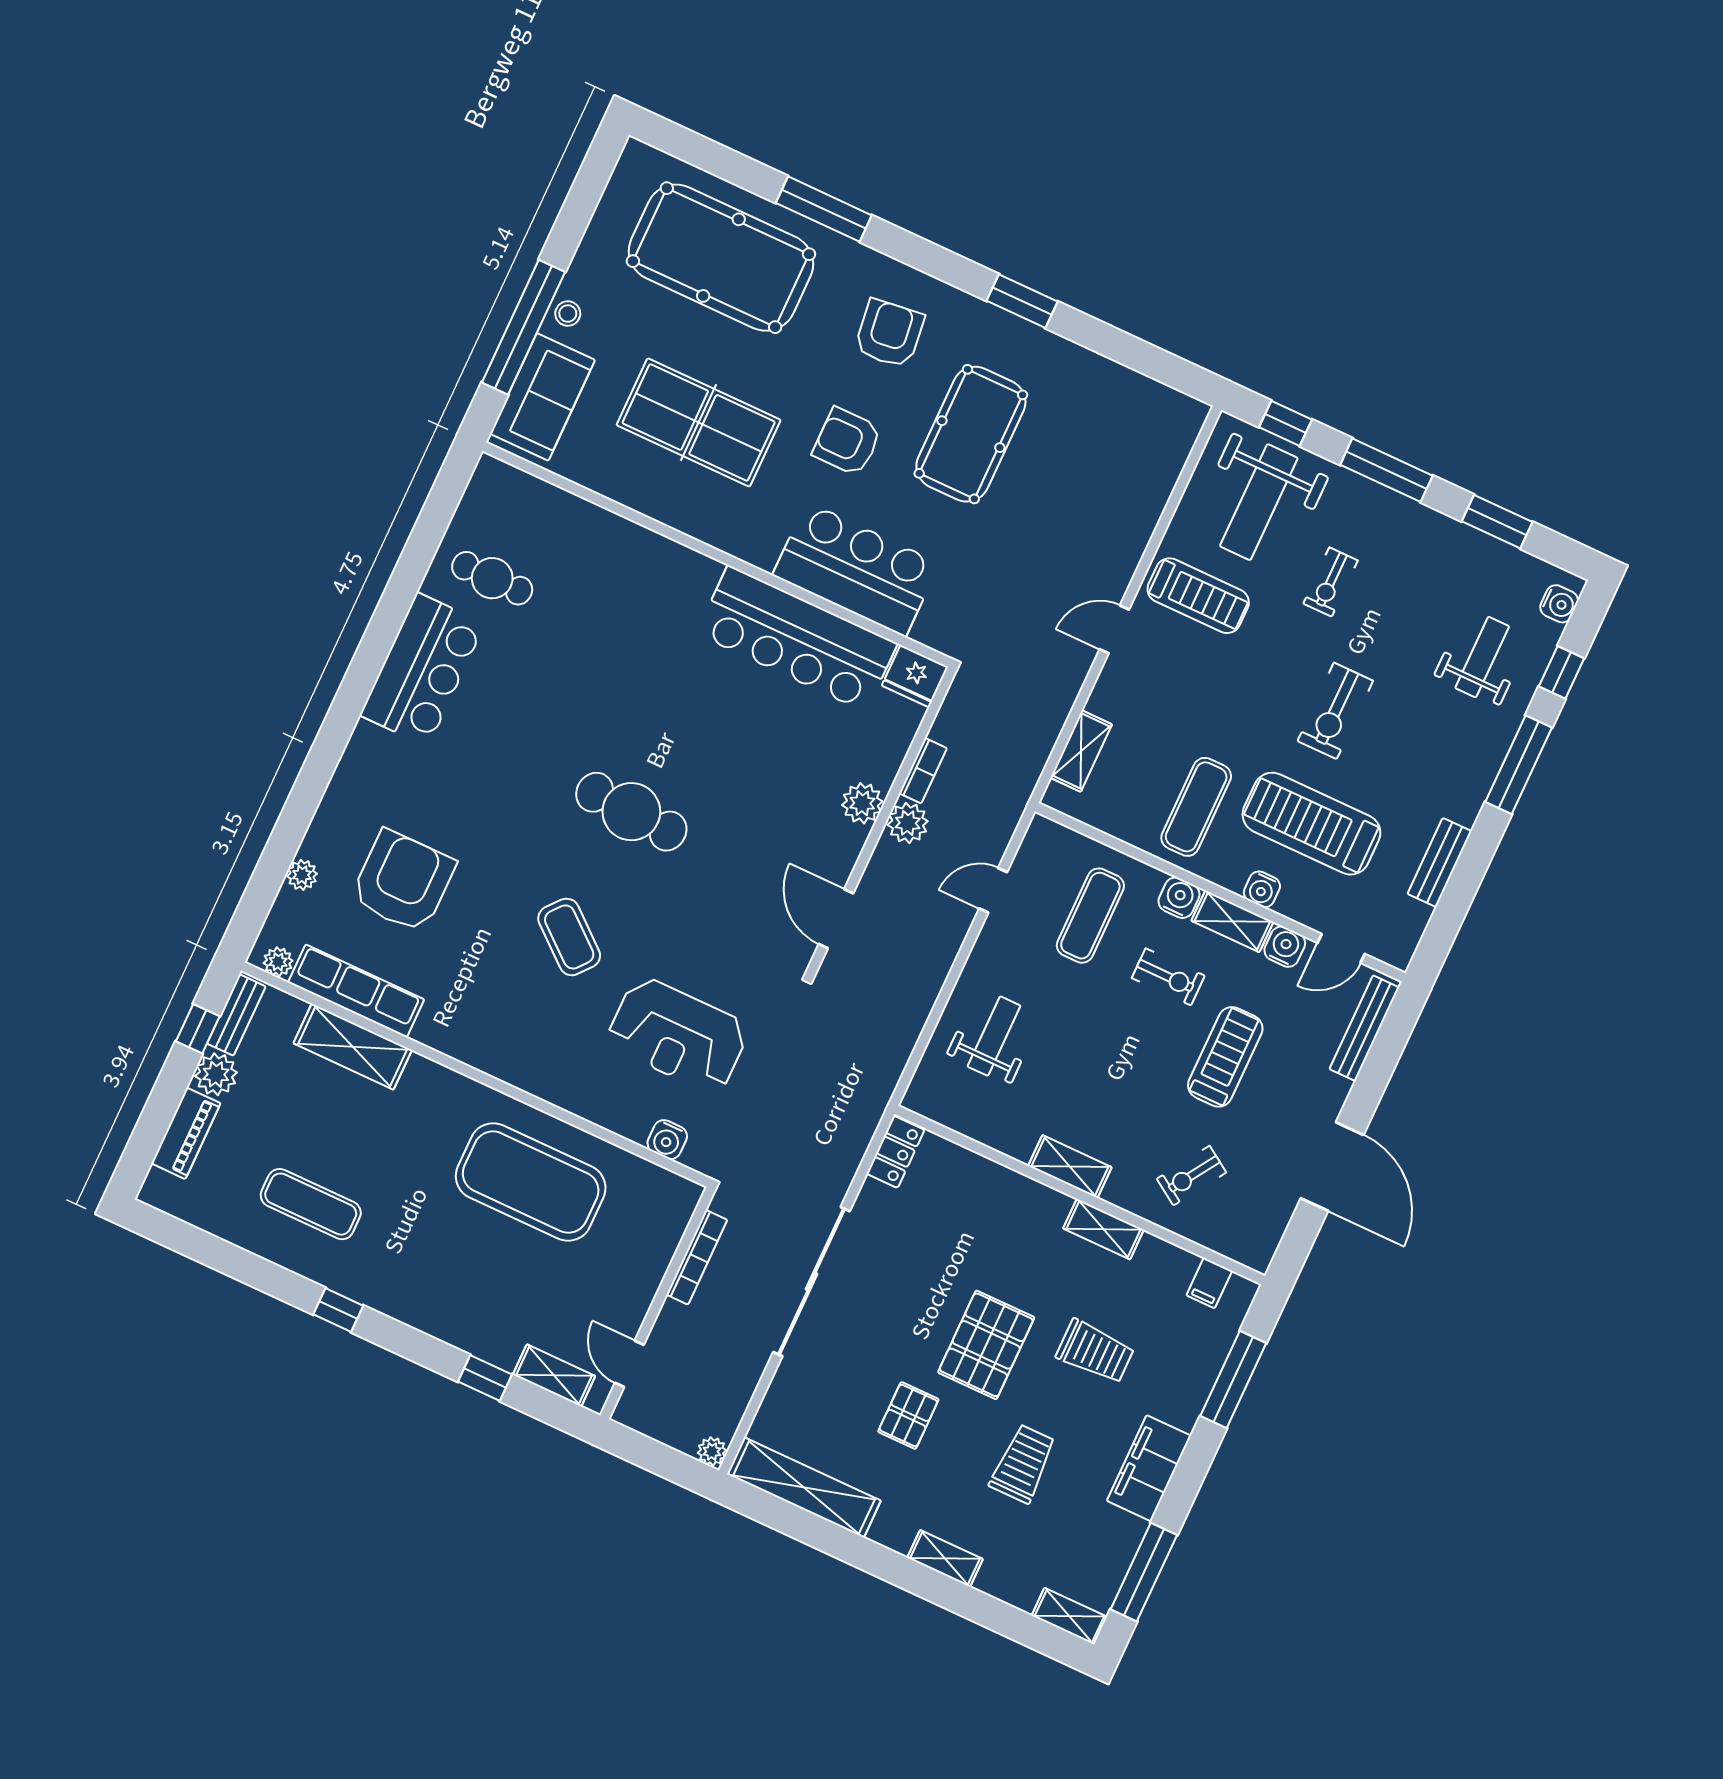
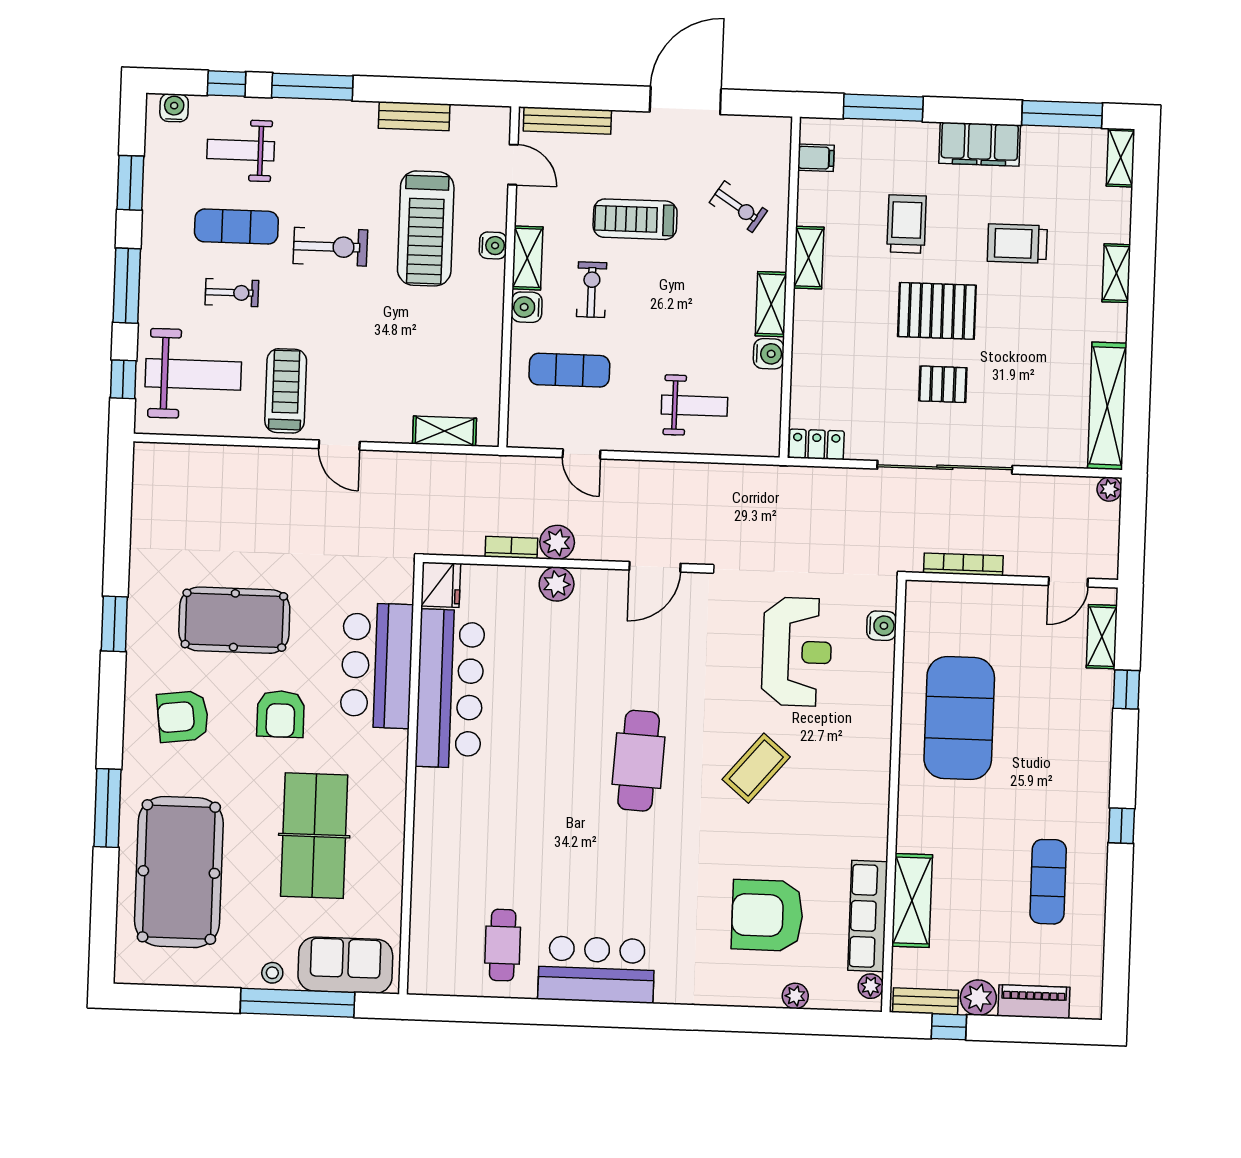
exercise mat: (1196, 807) -> (236, 227), moved
water cooler: (1285, 947) -> (769, 354), moved, turned 180
weight bench: (994, 1036) -> (694, 406), turned 180
pallet: (908, 1415) -> (943, 384), moved

